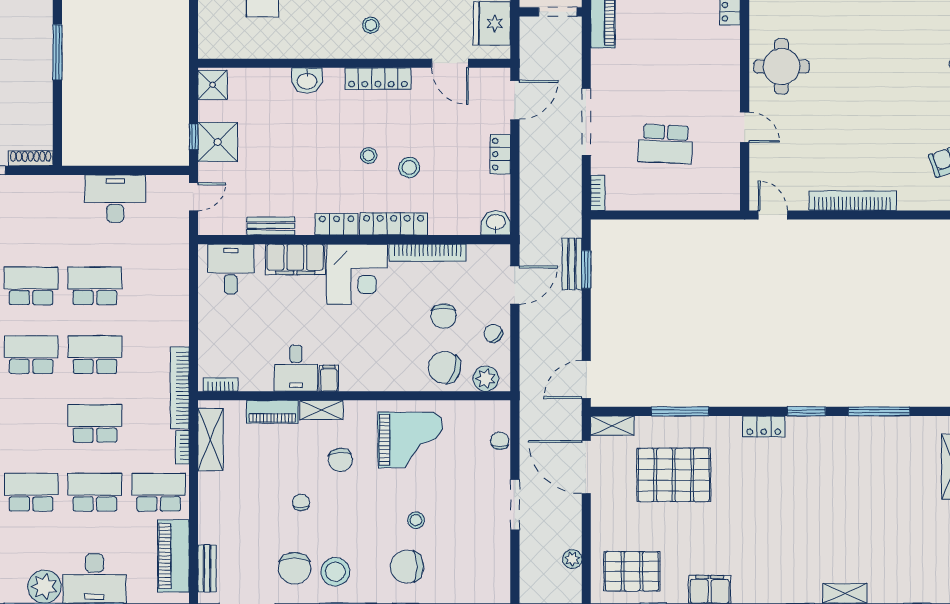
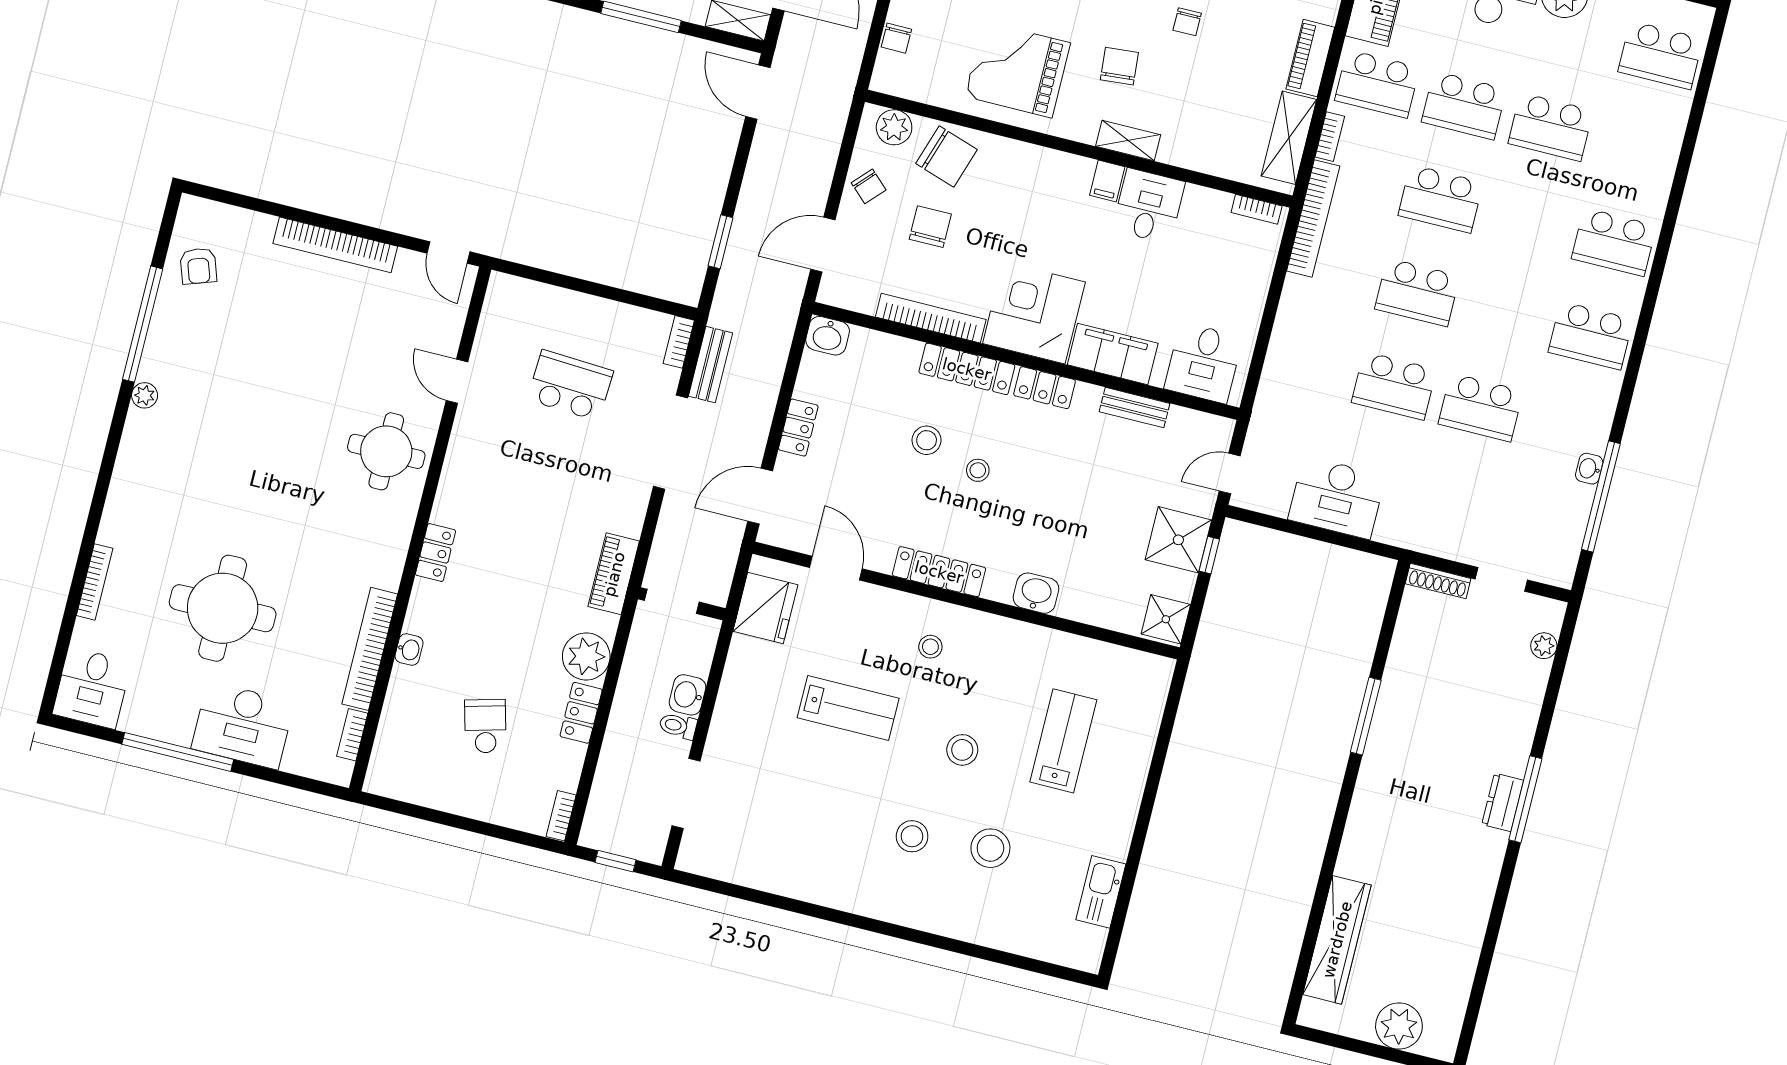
bench: (572, 264) -> (711, 365), moved
school desk: (31, 355) -> (1504, 314), removed
door: (586, 380) -> (758, 92), swing flipped
piano: (272, 412) -> (1310, 58), moved, turned -90

